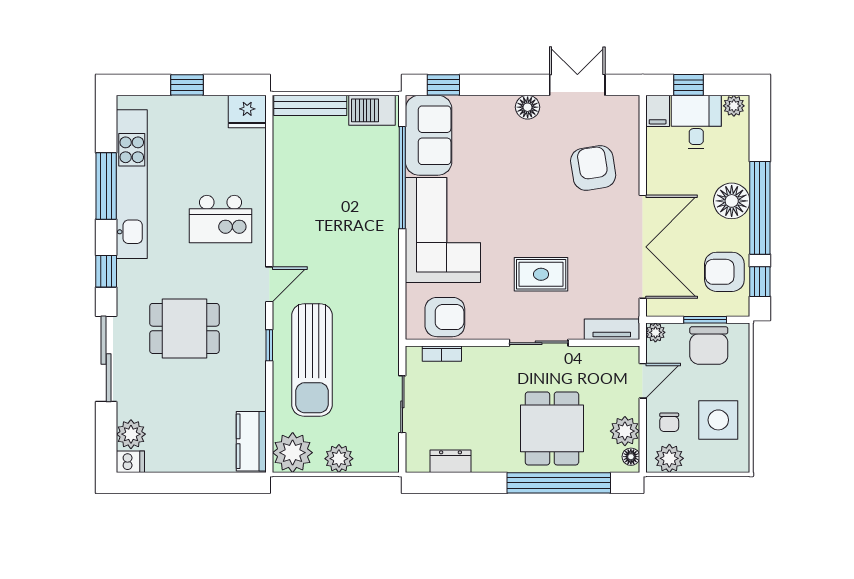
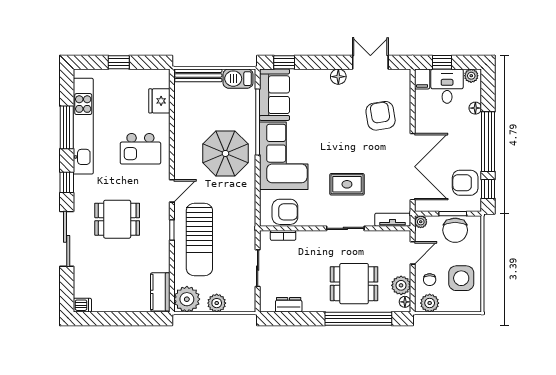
fridge: (247, 112) -> (159, 101), moved, turned 90
floor lamp: (732, 201) -> (475, 108), moved, width x0.53, depth x0.53
parasol: (352, 226) -> (225, 153), added
dining table: (552, 428) -> (354, 284), turned 90
plant: (131, 434) -> (83, 287), removed

